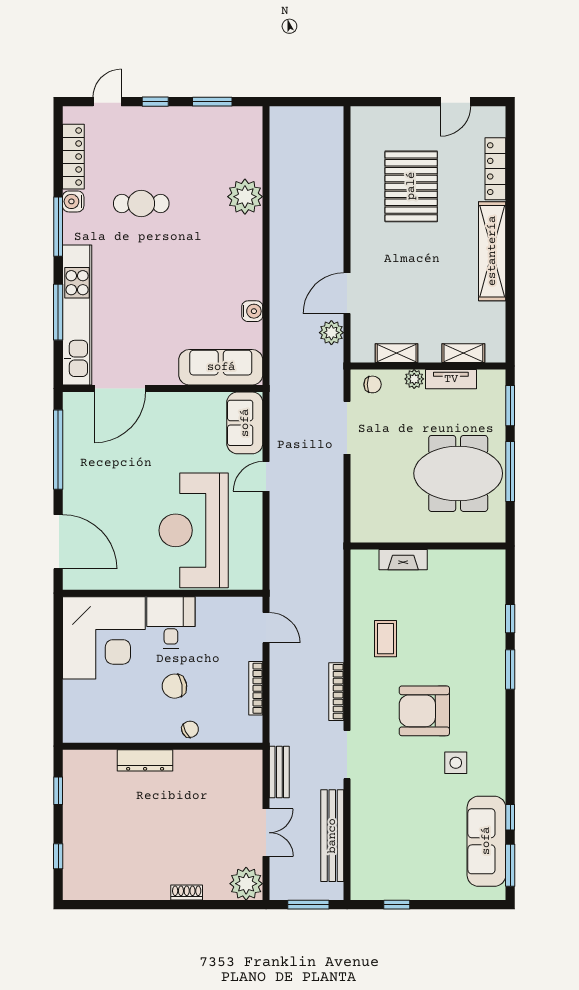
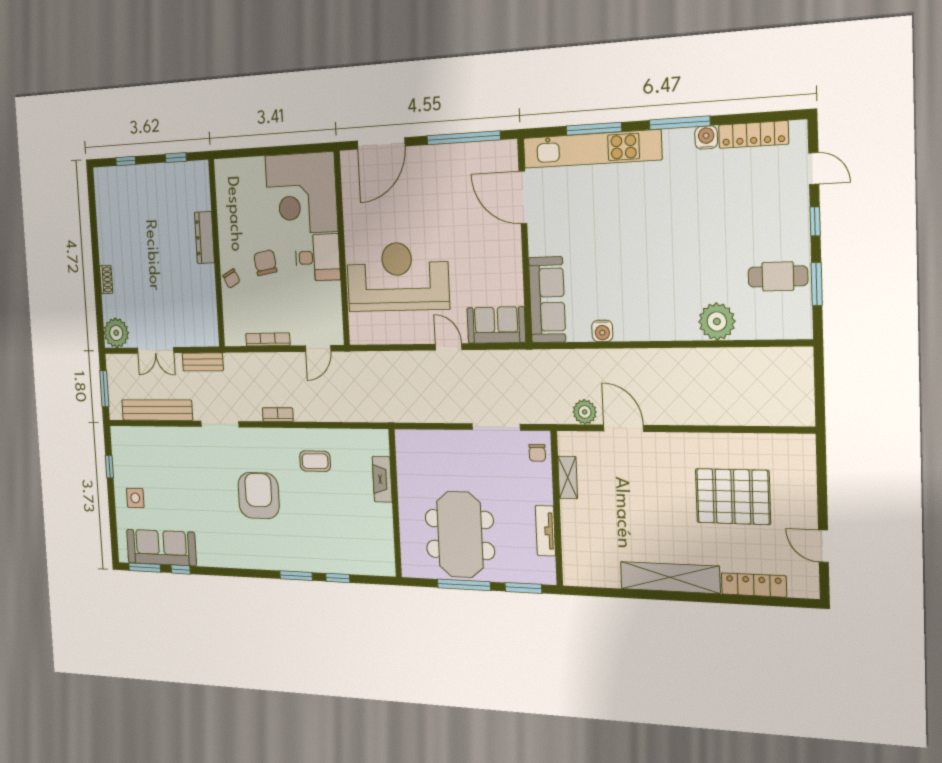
cafe table: (141, 204) -> (778, 276), moved, turned 90
shelving: (463, 353) -> (570, 544), removed
plant: (414, 379) -> (544, 494), removed
bookcase: (336, 692) -> (278, 415), width x0.64
side table: (456, 763) -> (135, 498), moved

